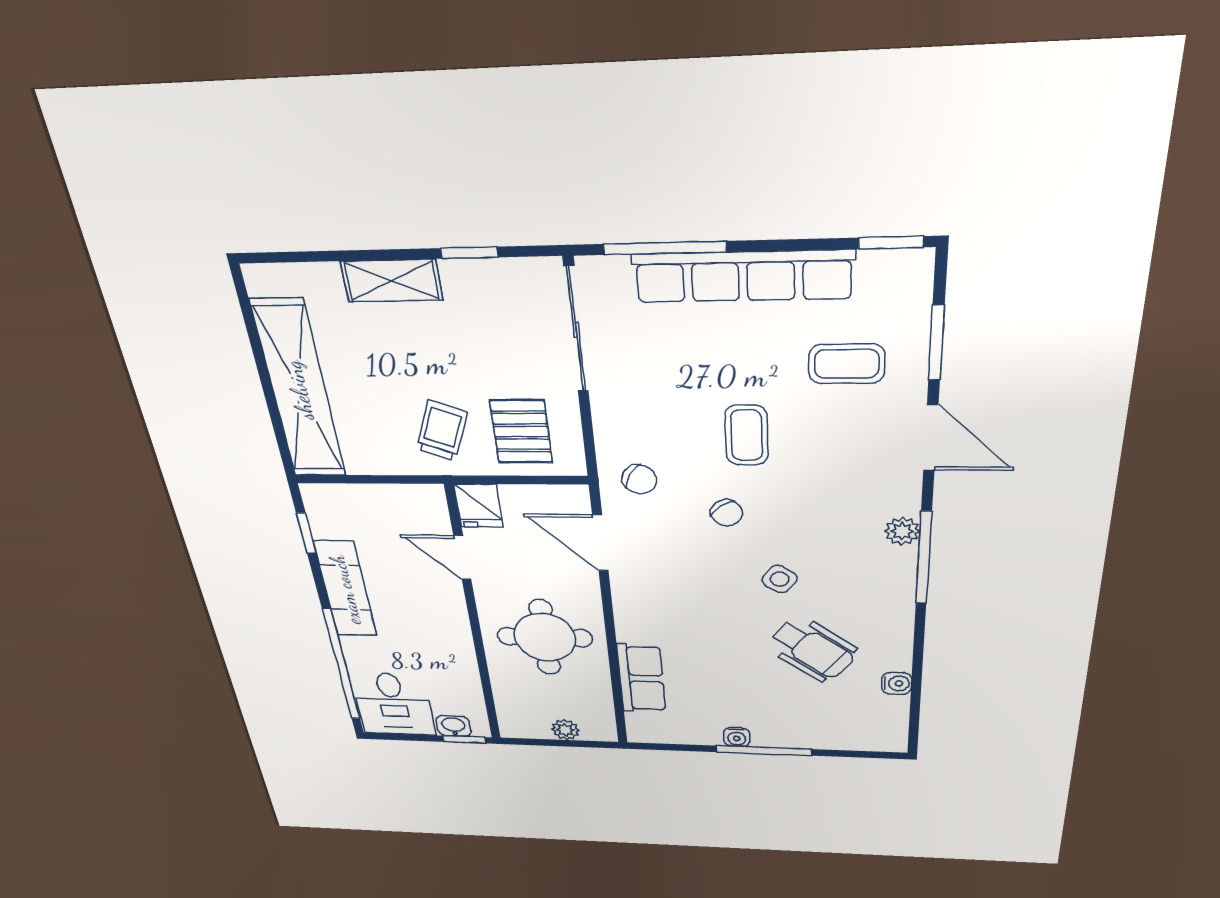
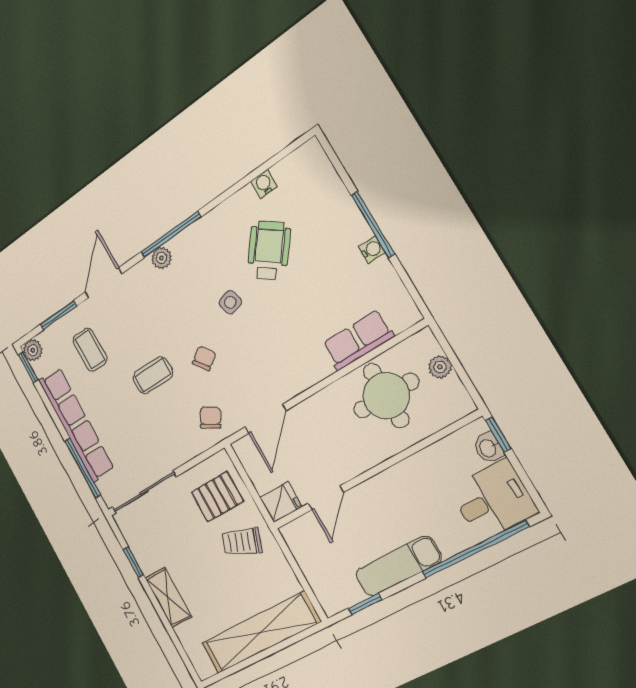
plant: (913, 267) -> (33, 350), added
side table: (780, 579) -> (230, 302), turned 38
round table: (545, 637) -> (386, 396), moved

